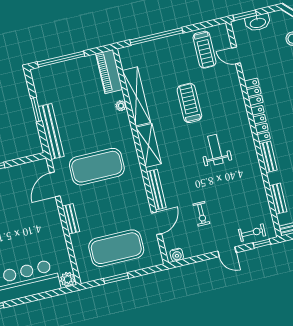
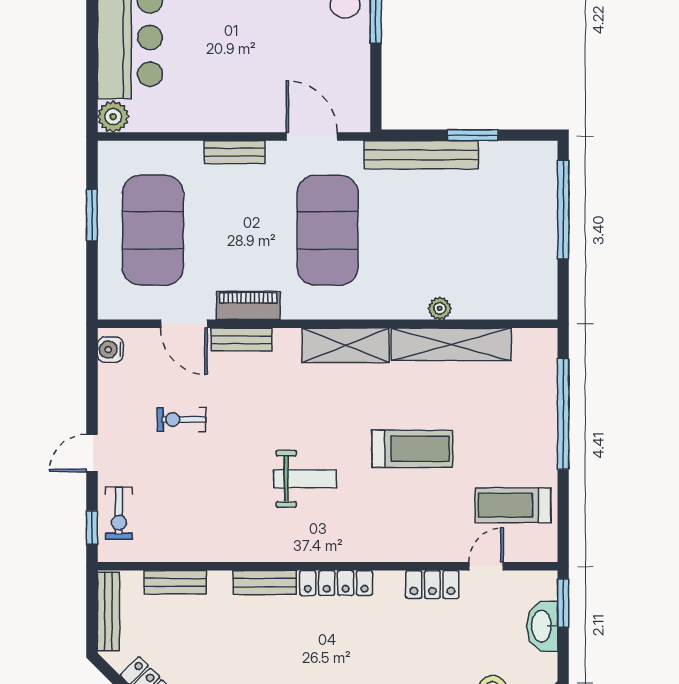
piano: (109, 72) -> (248, 306), moved, width x0.73, depth x0.75
locker: (254, 92) -> (432, 585), moved
bench: (156, 190) -> (241, 340), width x0.73

